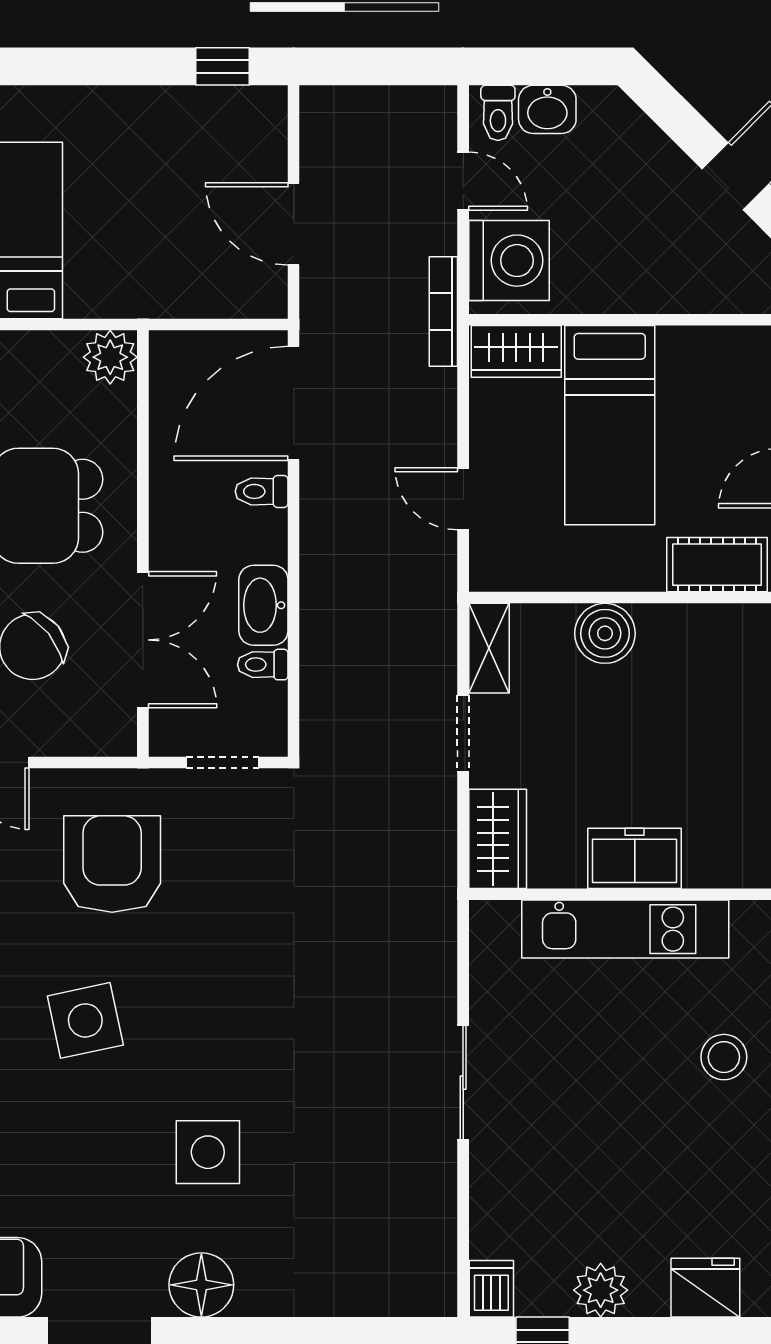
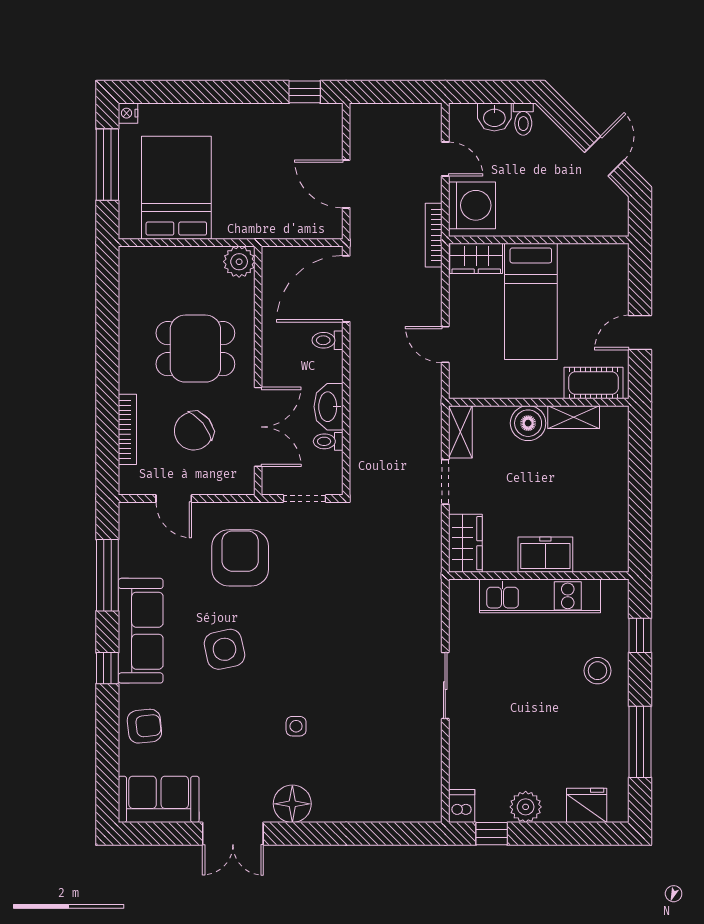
toilet: (498, 113) -> (523, 119), moved
shelving: (683, 623) -> (574, 417), added
side table: (208, 1152) -> (296, 726), width x0.54, depth x0.54

